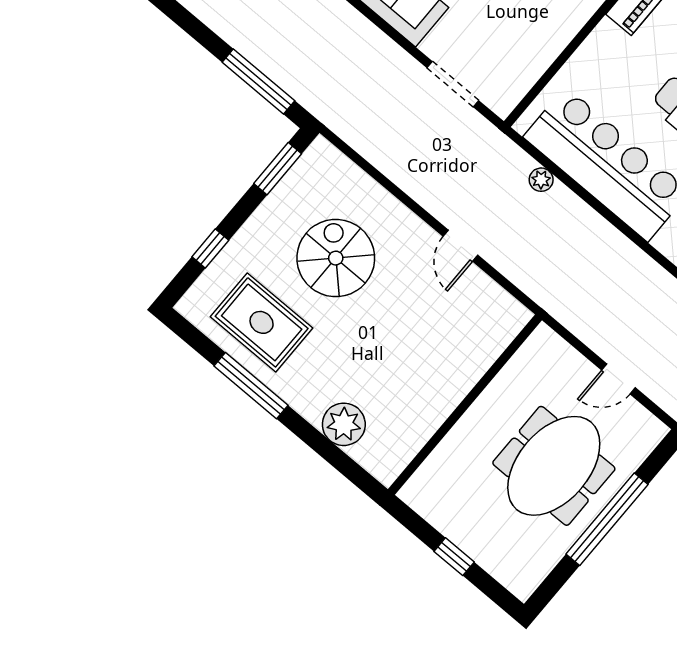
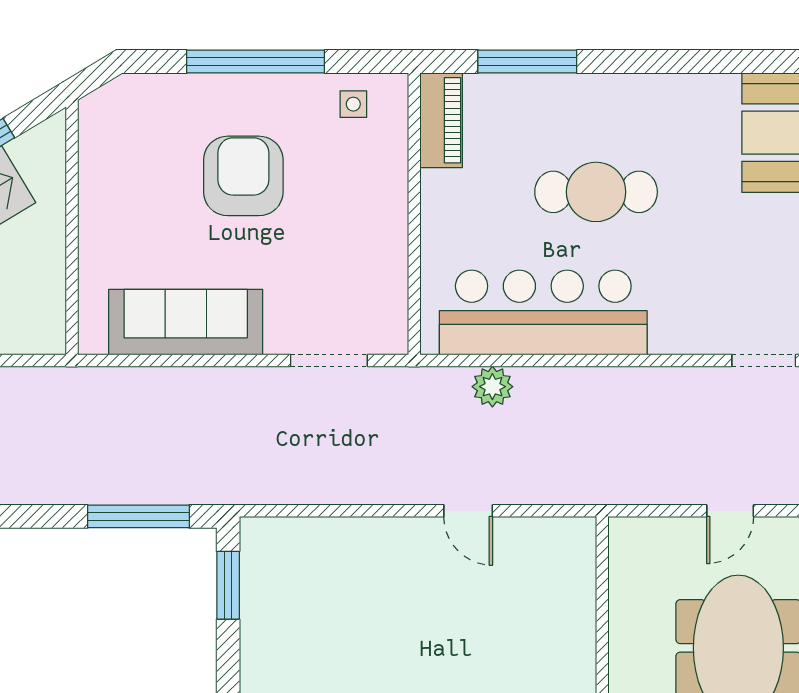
plant: (541, 180) -> (492, 387), width x1.38, depth x1.38
spiral stairs: (336, 258) -> (357, 624), removed

